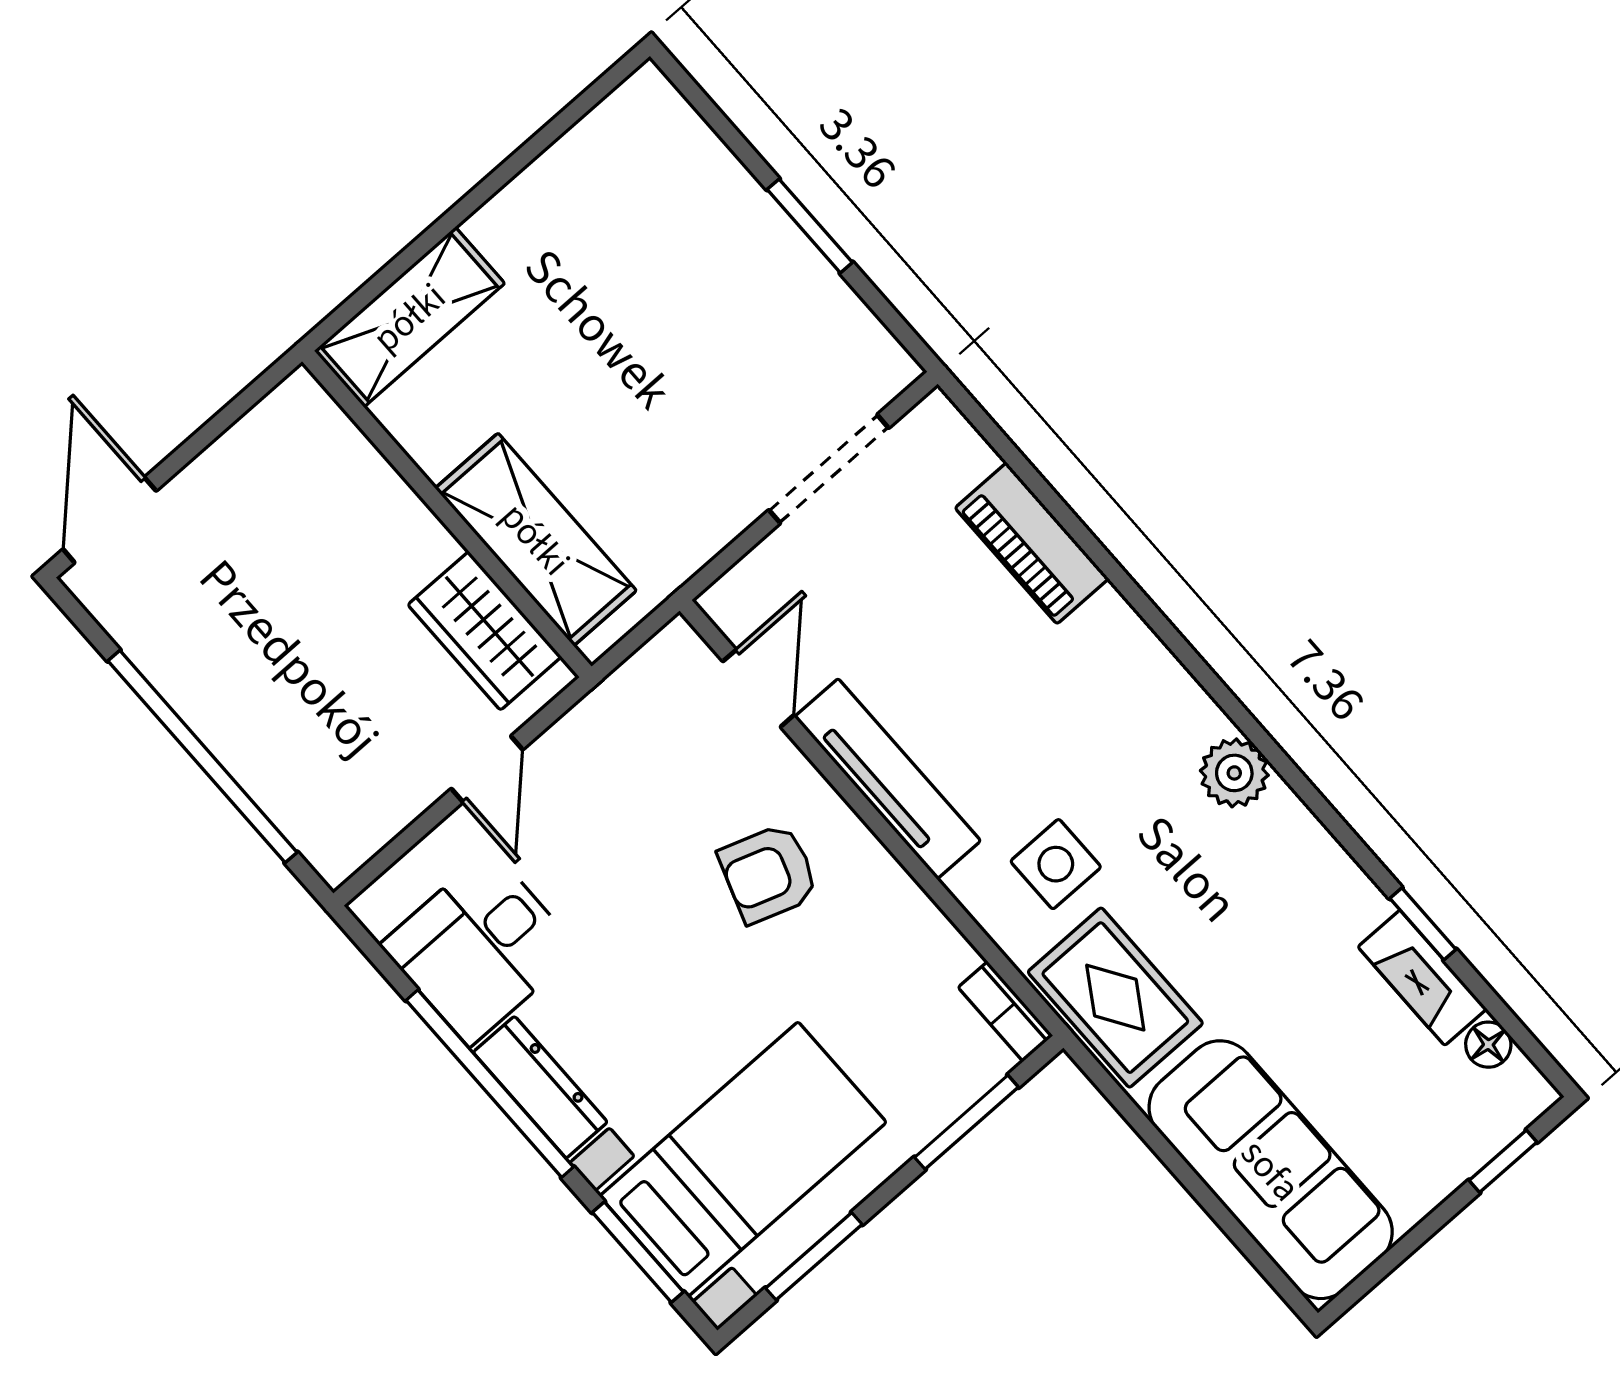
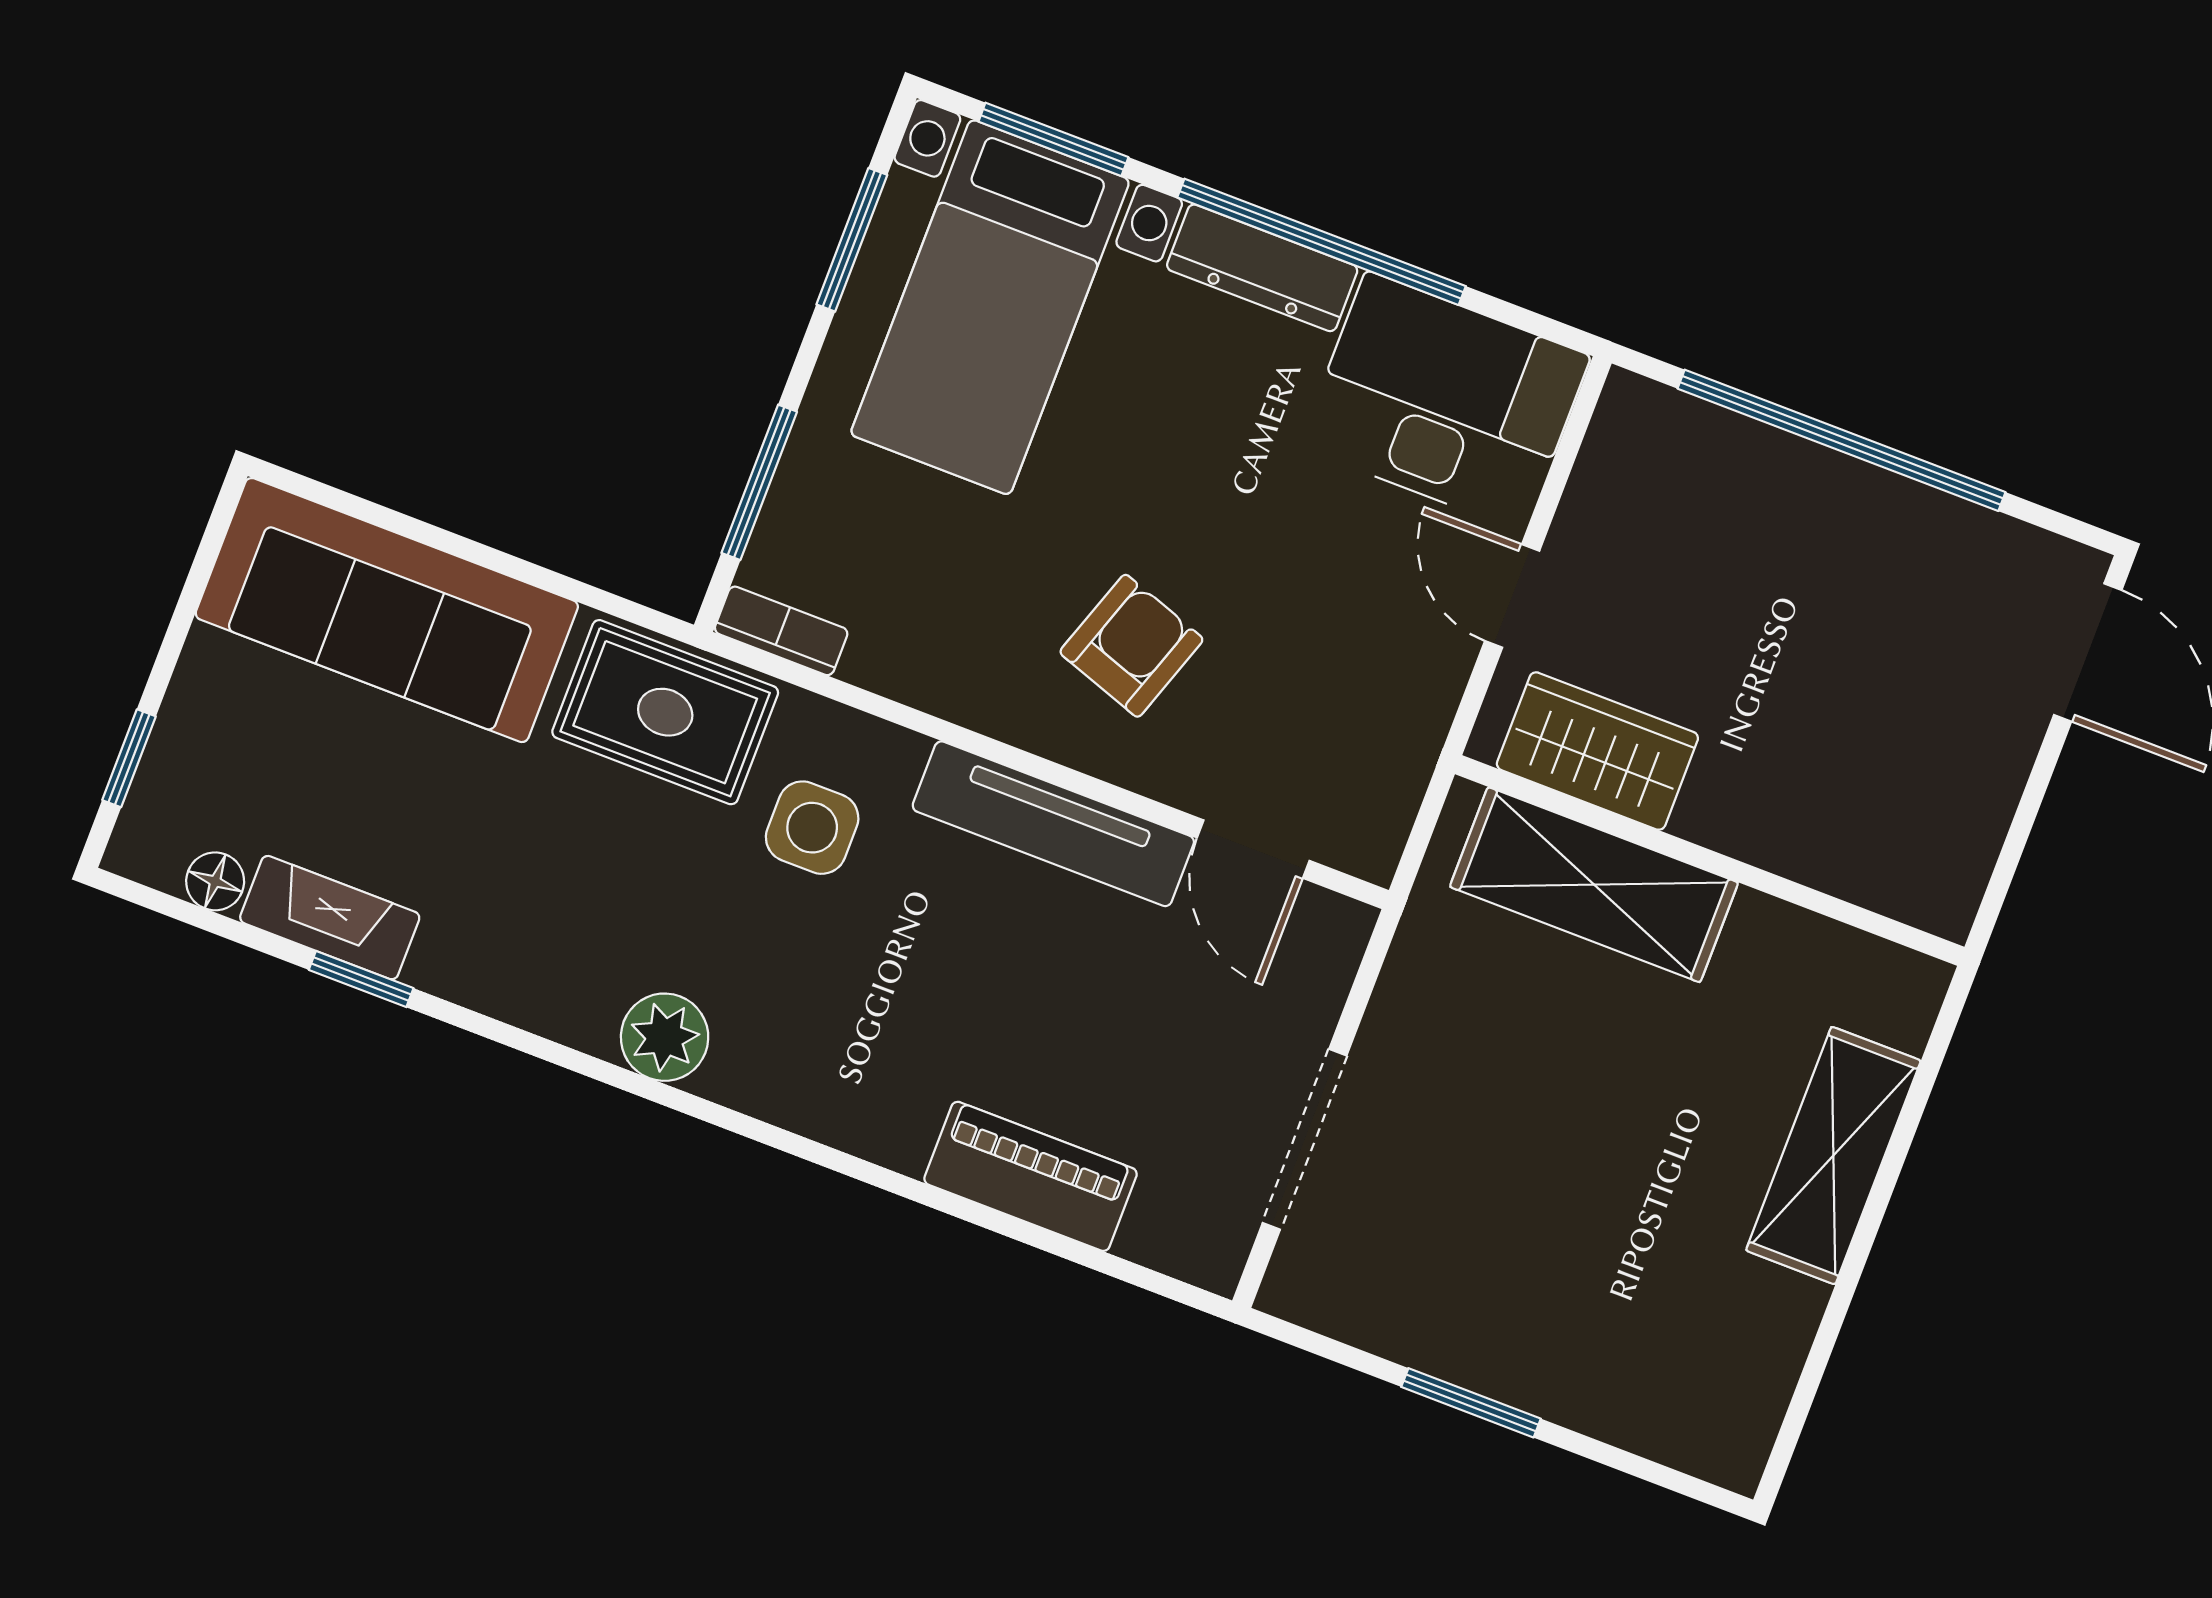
shelving: (409, 317) -> (1833, 1156), moved
desk: (480, 948) -> (1445, 401), width x1.37

